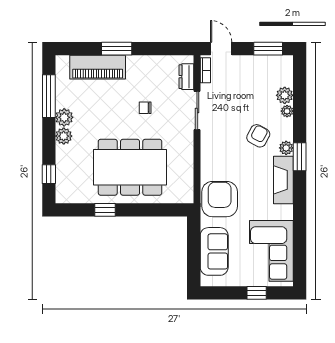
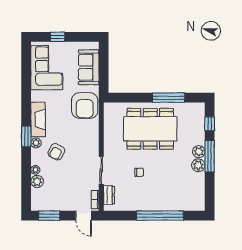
window: (117, 49) -> (160, 216), width x2.11
piano: (98, 67) -> (174, 202), removed
window: (49, 96) -> (210, 156), moved
window: (105, 210) -> (169, 98), width x2.17

